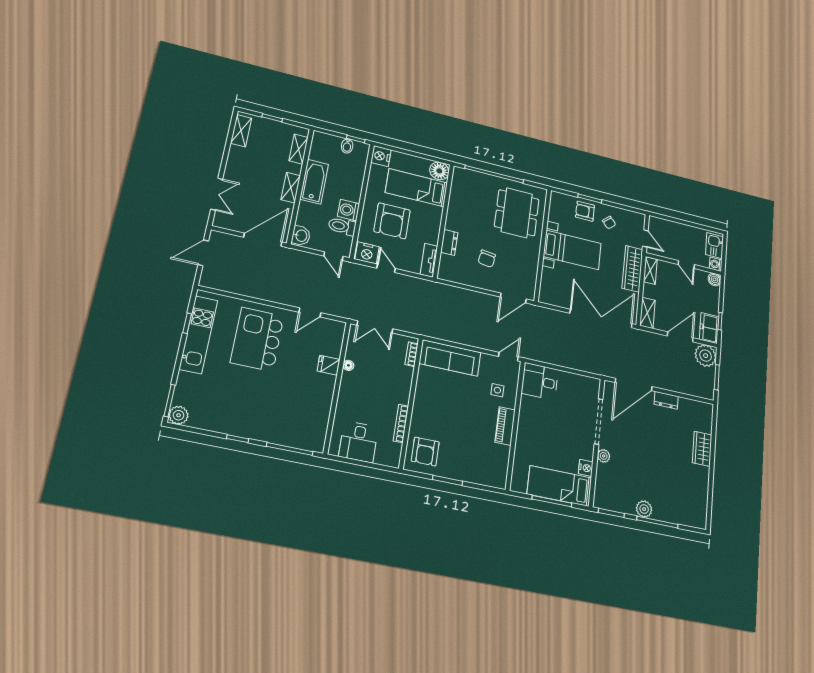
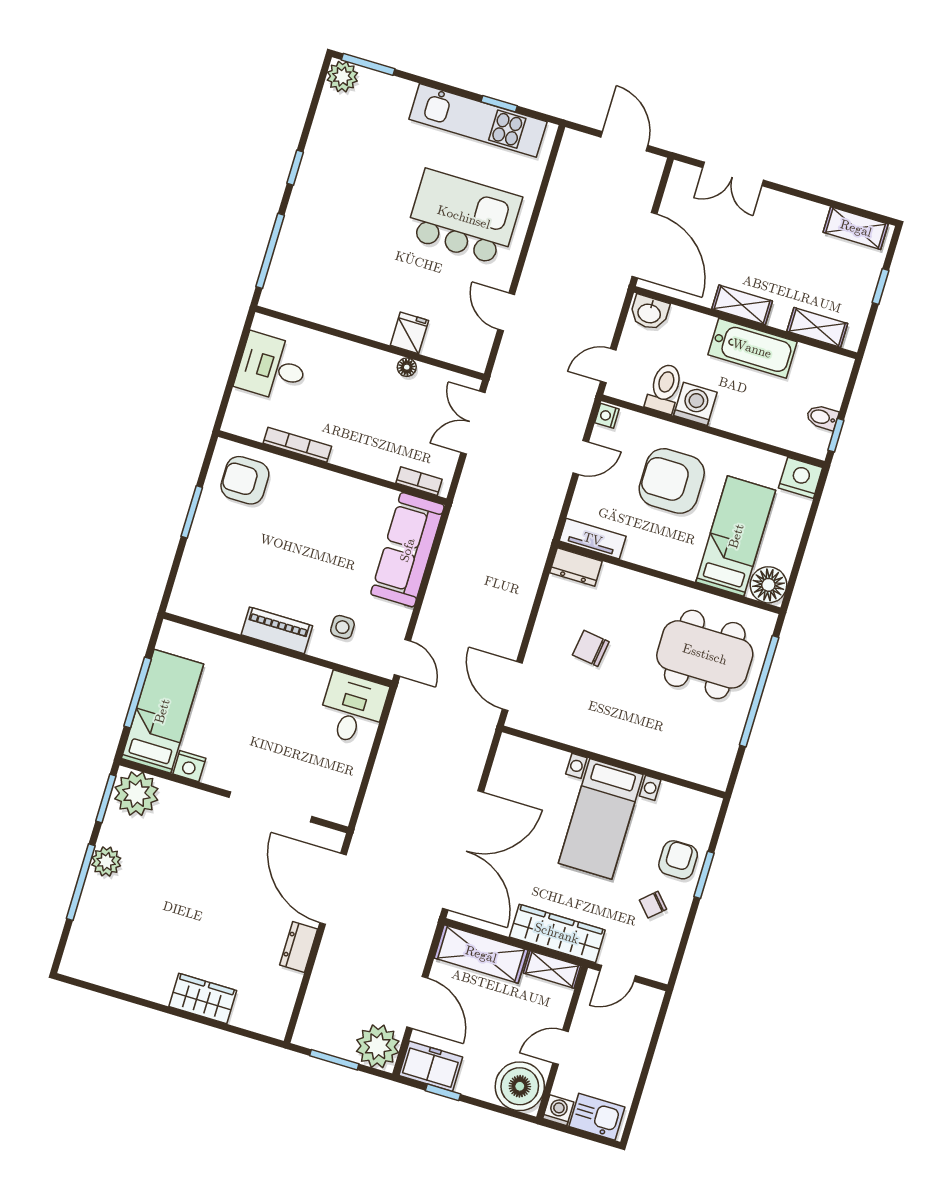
dining table: (517, 213) -> (705, 654), moved
dresser: (449, 242) -> (576, 567), moved
nightstand: (367, 253) -> (607, 416), width x0.53, depth x0.56
boiler: (715, 279) -> (520, 1086), width x1.86, depth x1.86
shelving: (647, 313) -> (481, 954), width x1.50, depth x1.33
plant: (604, 456) -> (136, 794), moved, width x1.88, depth x1.88

